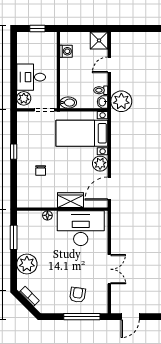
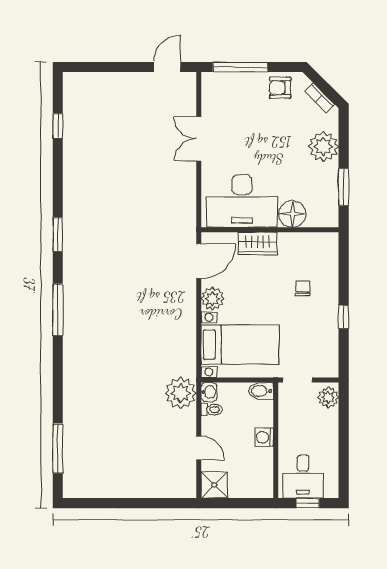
washing machine: (66, 51) -> (264, 437), moved
door: (109, 65) -> (199, 448), hinge flipped
desk: (31, 77) -> (303, 476), moved, turned 90
floor lamp: (47, 215) -> (292, 214), width x1.89, depth x1.89
armchair: (78, 295) -> (280, 88), moved, turned 81

